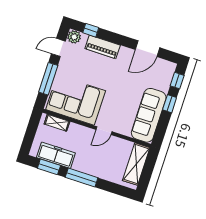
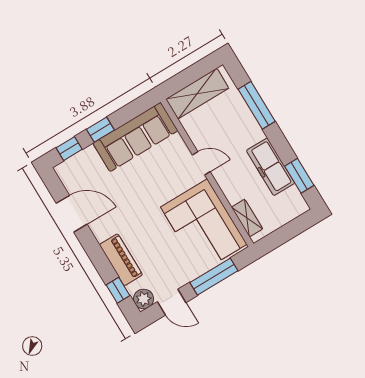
freezer: (56, 155) -> (271, 167), moved
window: (82, 178) -> (257, 105), moved

